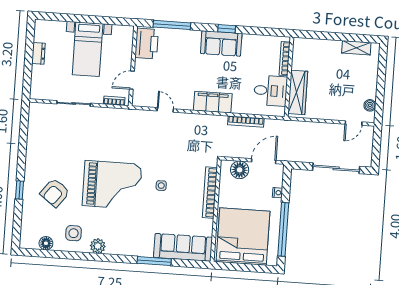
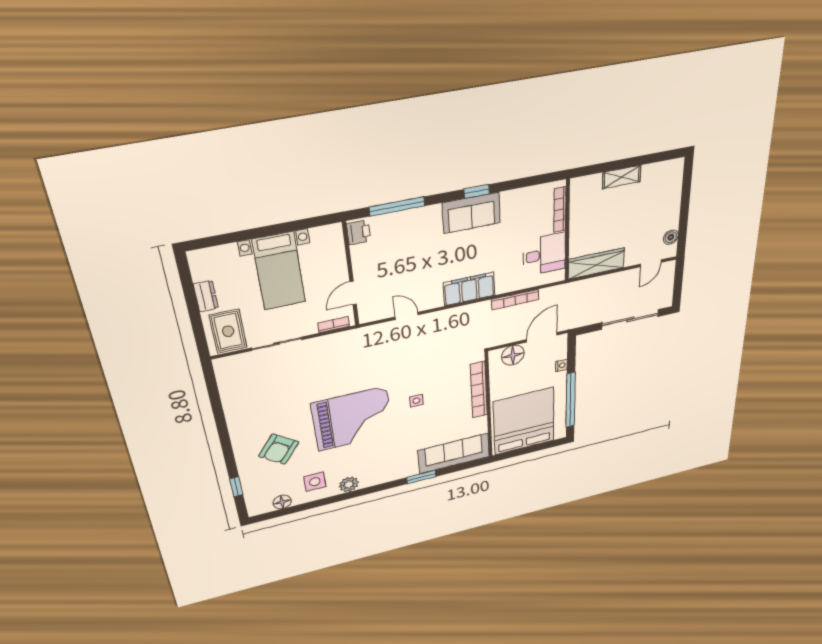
printer: (147, 44) -> (358, 232), width x0.53, depth x0.68
shelving: (356, 48) -> (622, 177), moved
rug: (45, 84) -> (228, 331), added
wardrobe: (298, 92) -> (596, 264), moved, turned -90
window: (19, 190) -> (236, 487), moved
window: (154, 261) -> (421, 477), width x0.69

